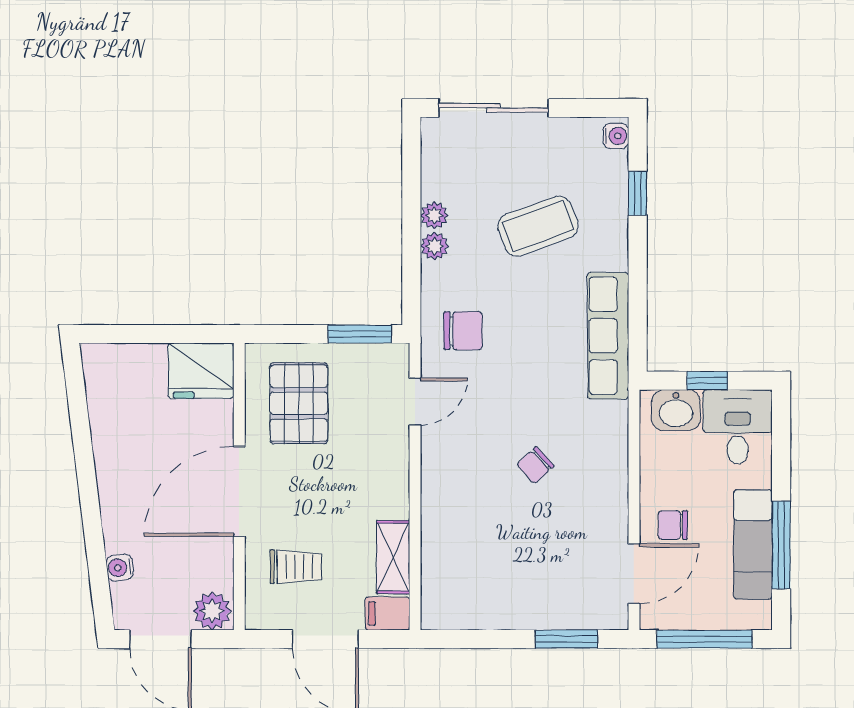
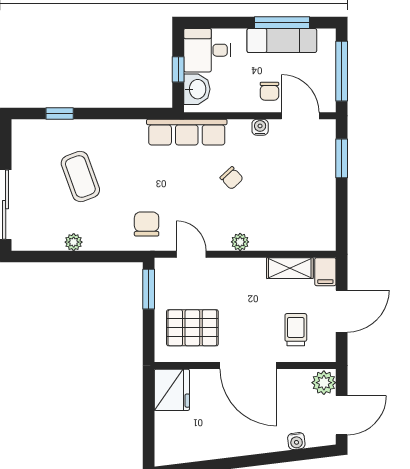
water cooler: (616, 136) -> (260, 127), moved
plant: (435, 246) -> (240, 242), moved
row of seats: (608, 336) -> (187, 132), moved

